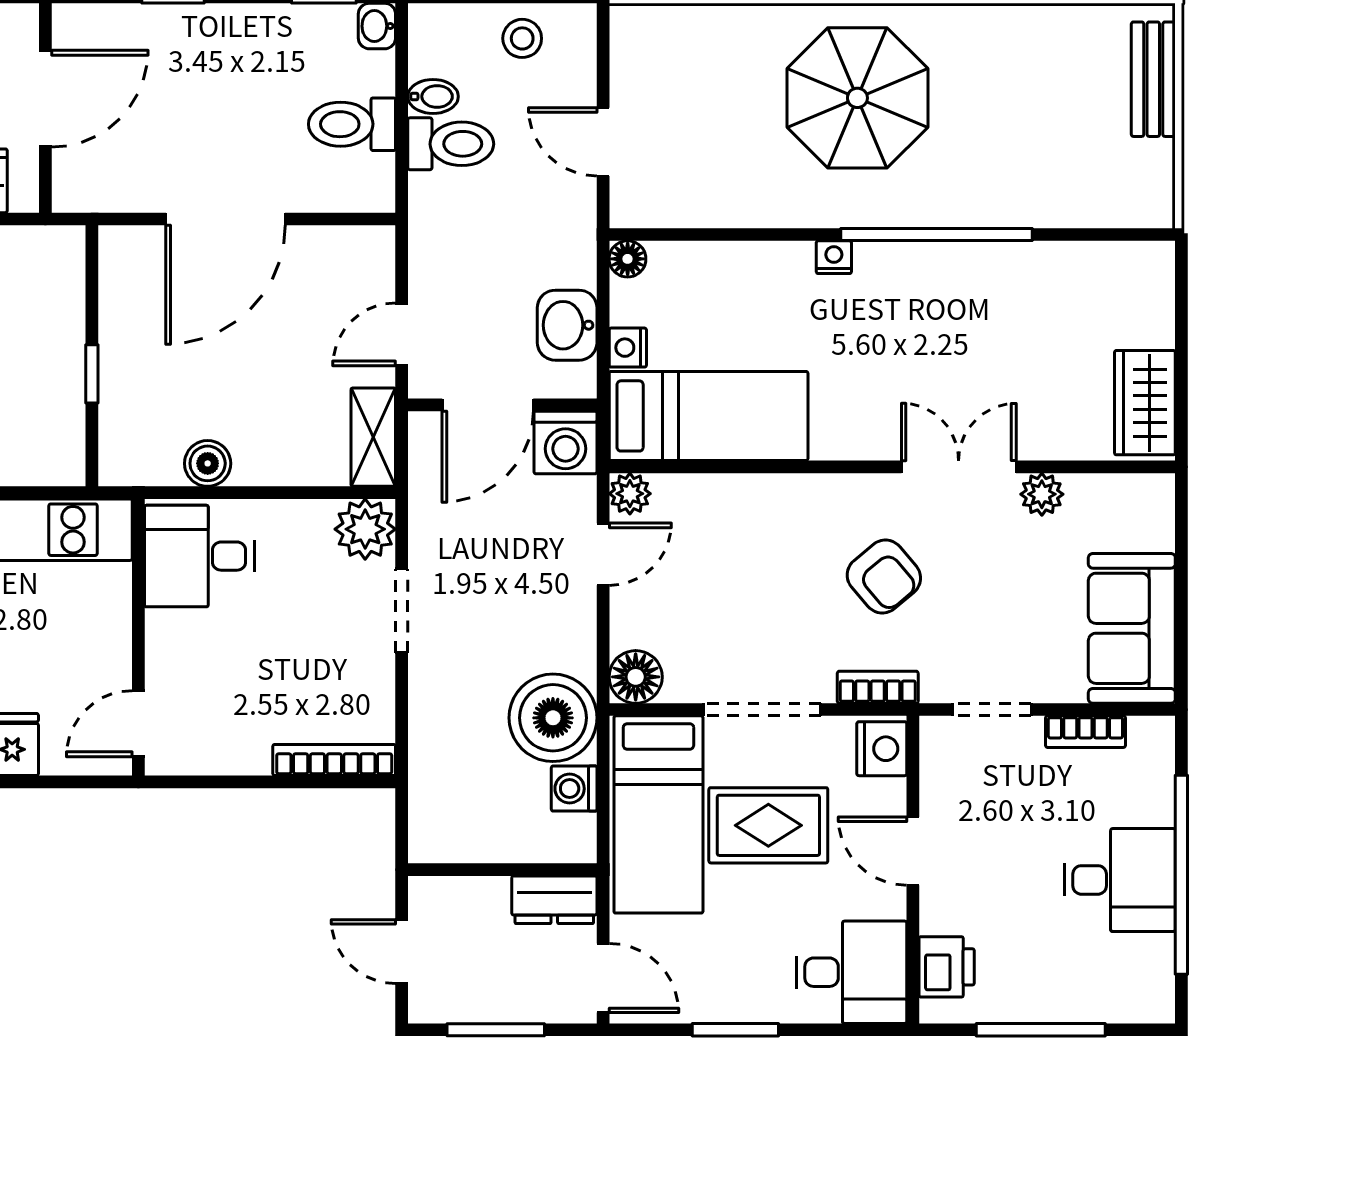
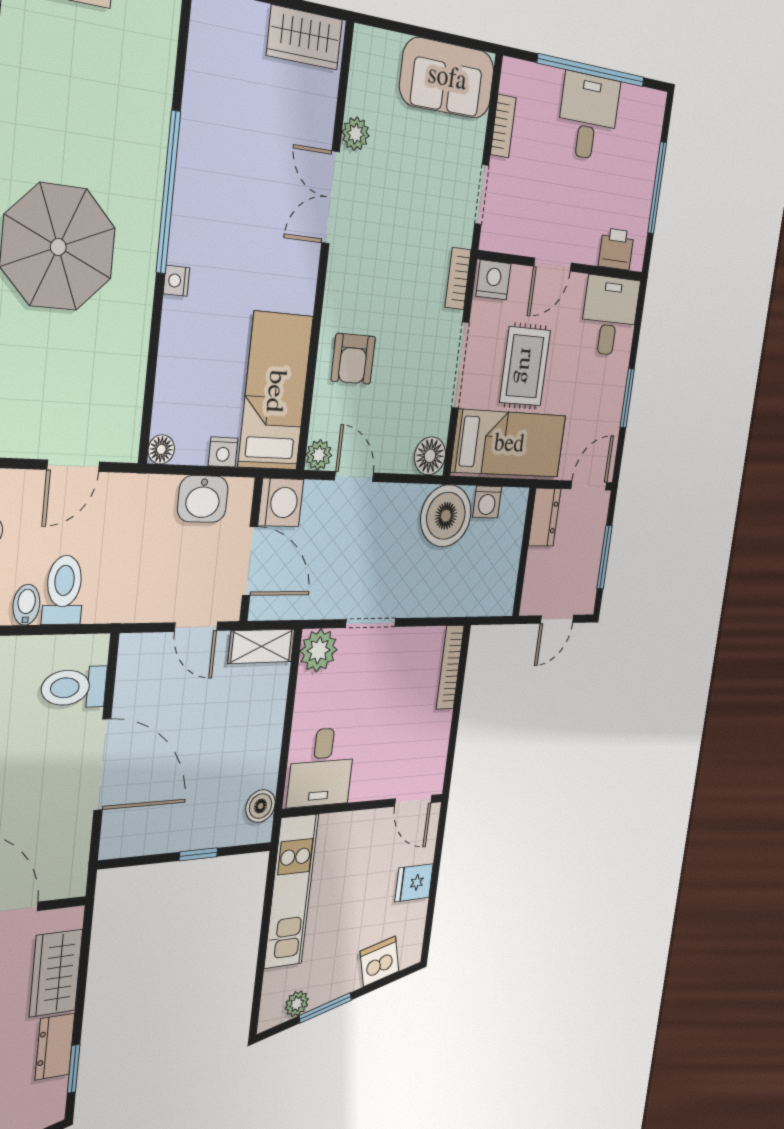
toilet: (352, 124) -> (74, 687), moved, turned 90
boiler: (208, 463) -> (261, 806), moved
armchair: (884, 577) -> (353, 359), moved, turned 130

